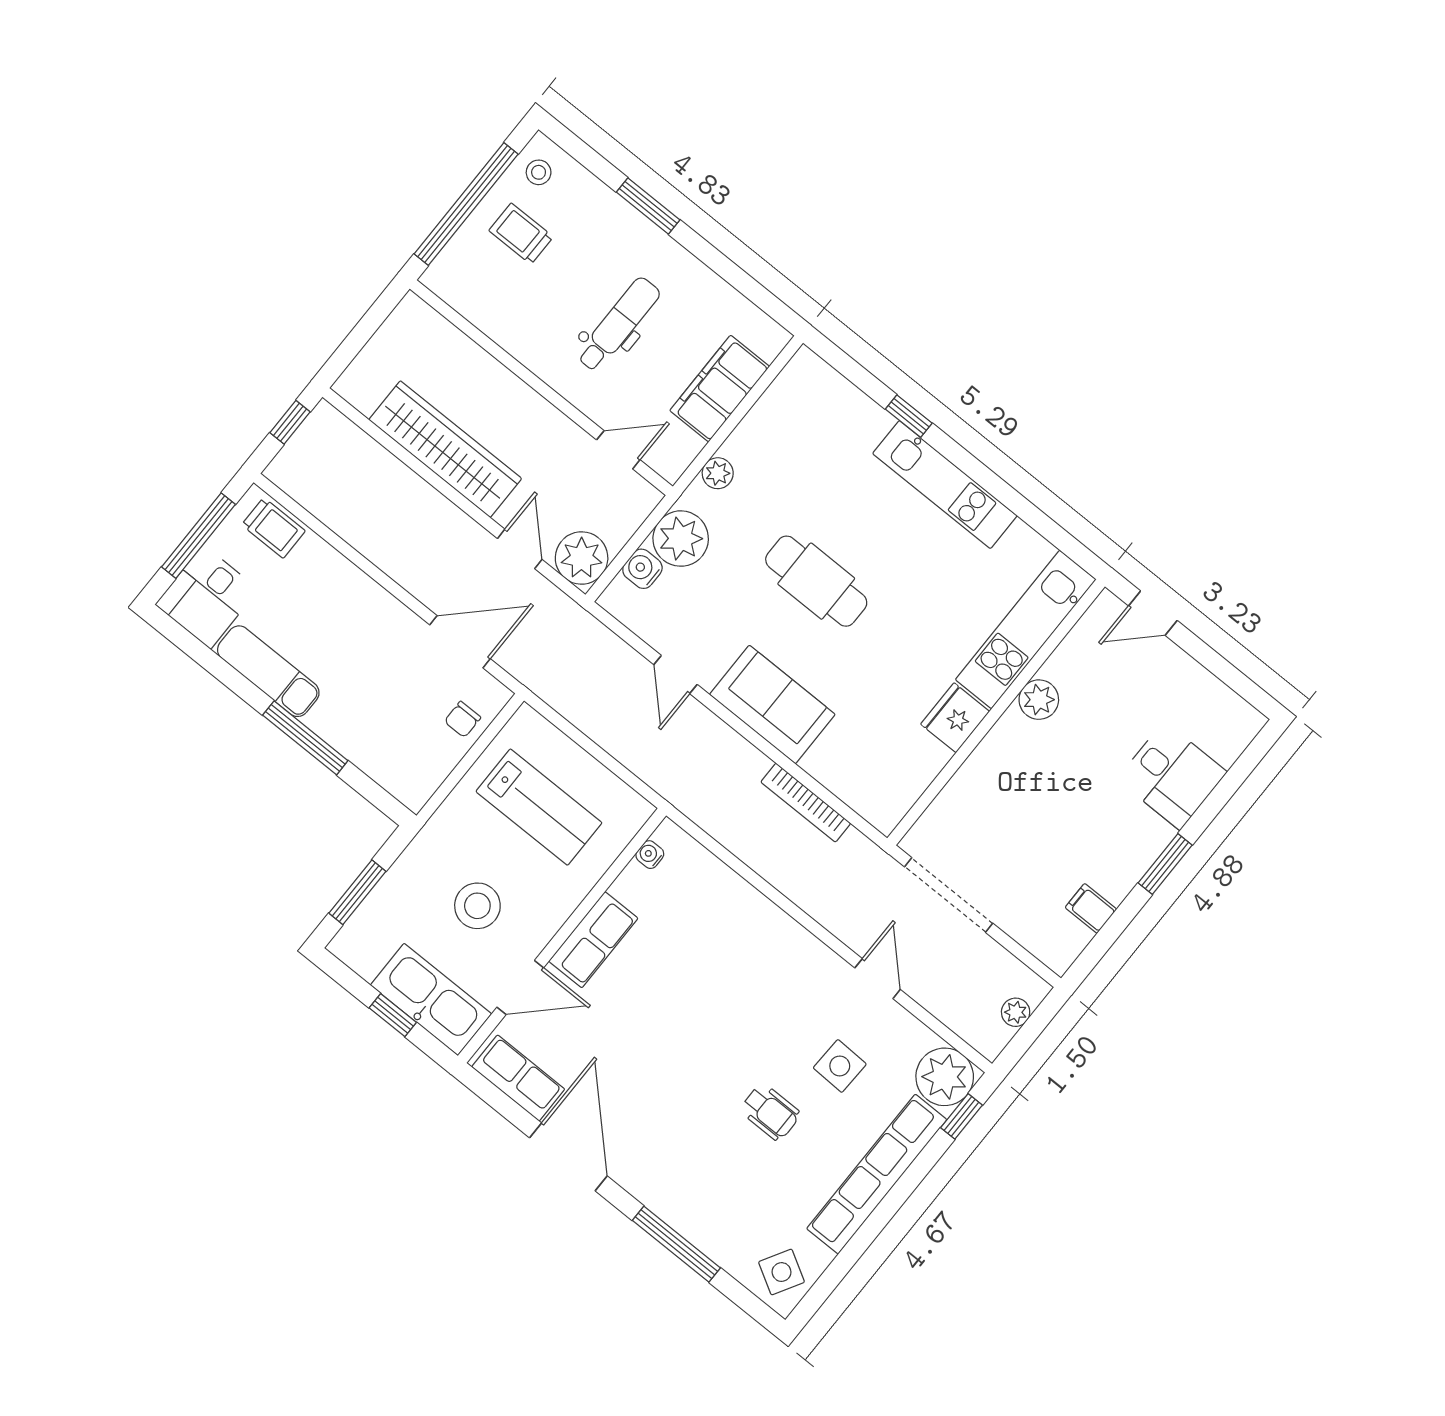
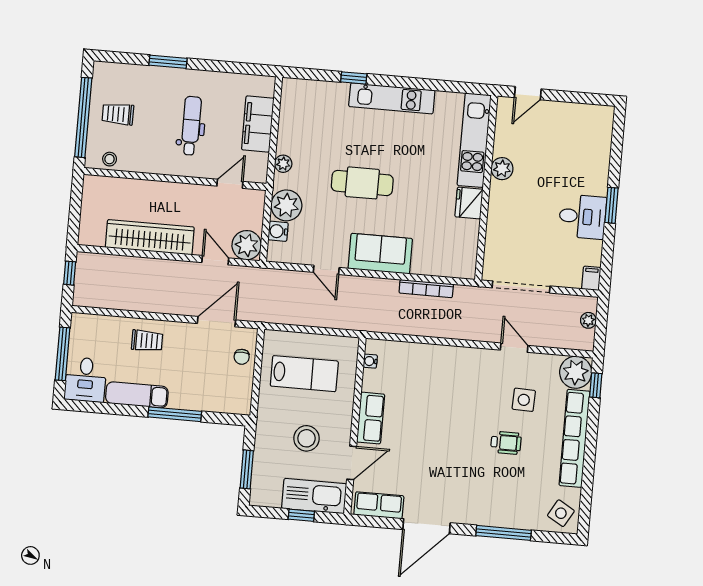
stool: (539, 172) -> (110, 159), moved
trolley: (273, 528) -> (147, 341), moved
desk: (1172, 776) -> (582, 217), moved
filing cabinet: (1091, 908) -> (591, 278), moved, turned 90
door: (568, 1157) -> (427, 526), swing flipped

